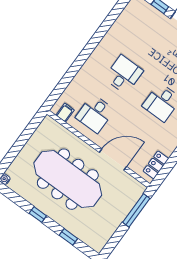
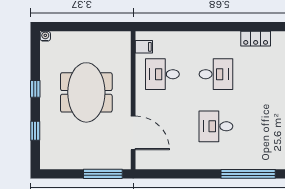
door: (113, 159) -> (133, 133), moved
locker: (156, 165) -> (256, 39), moved, turned 180
meeting table: (68, 179) -> (86, 92), width x0.73

